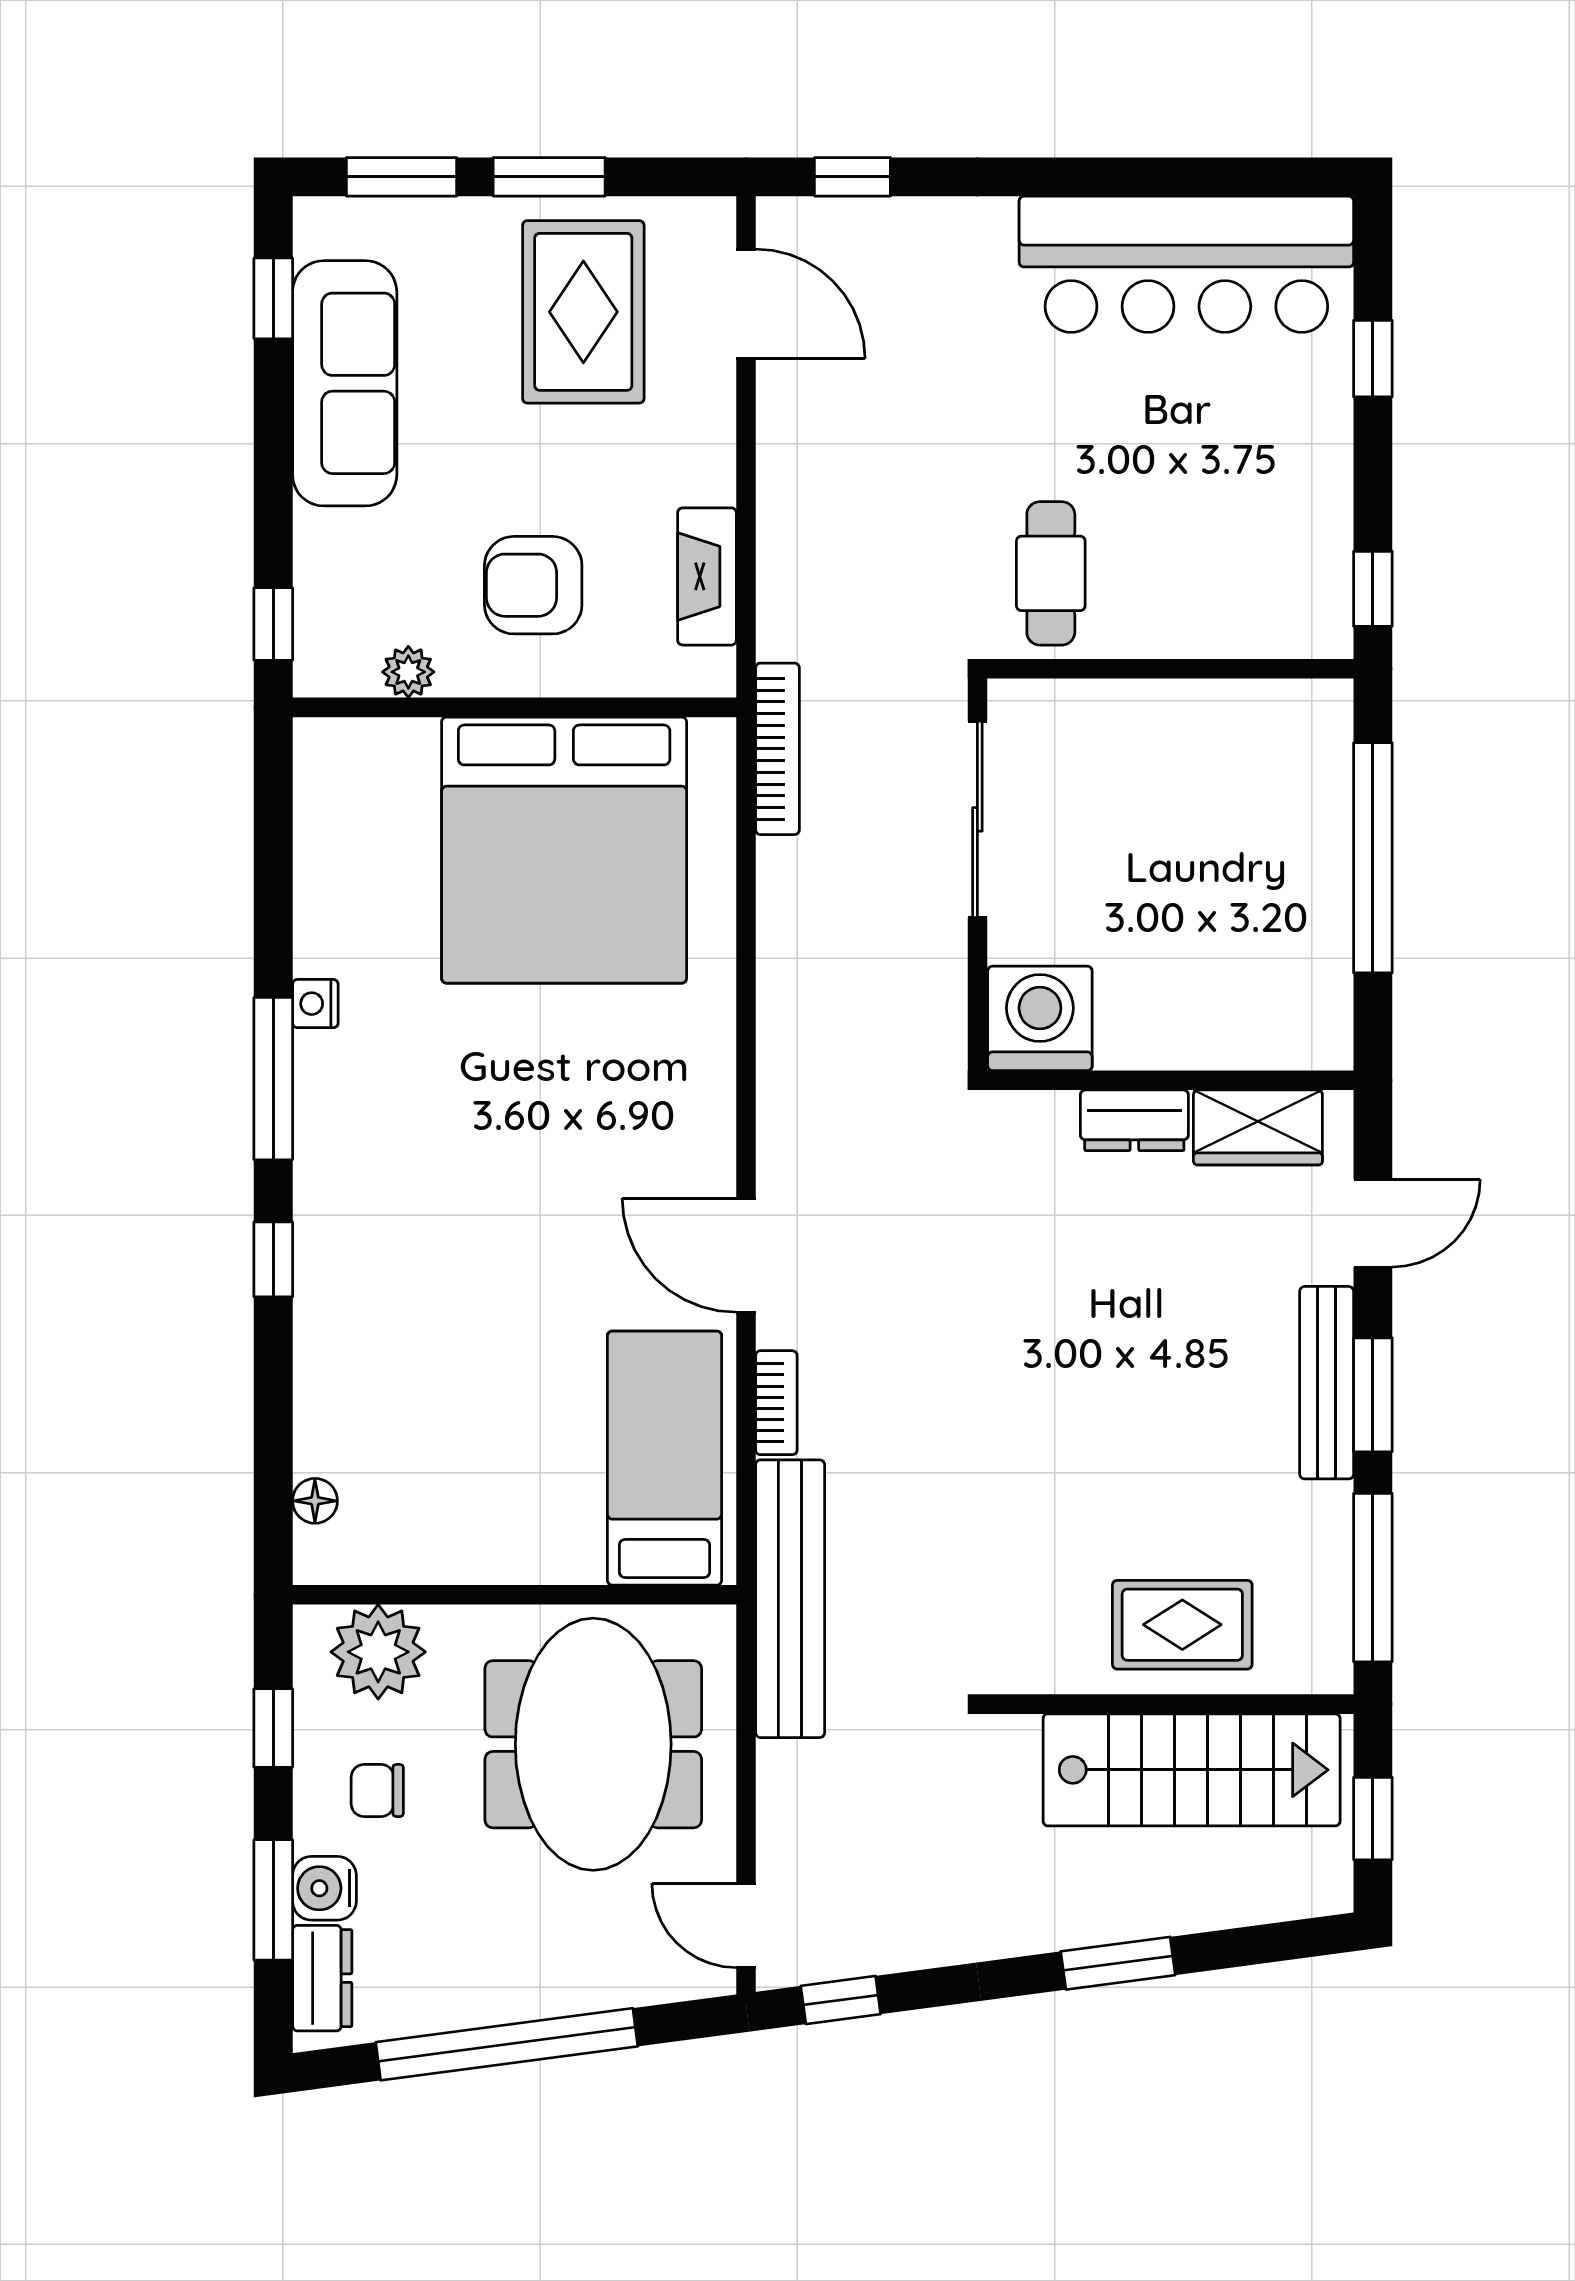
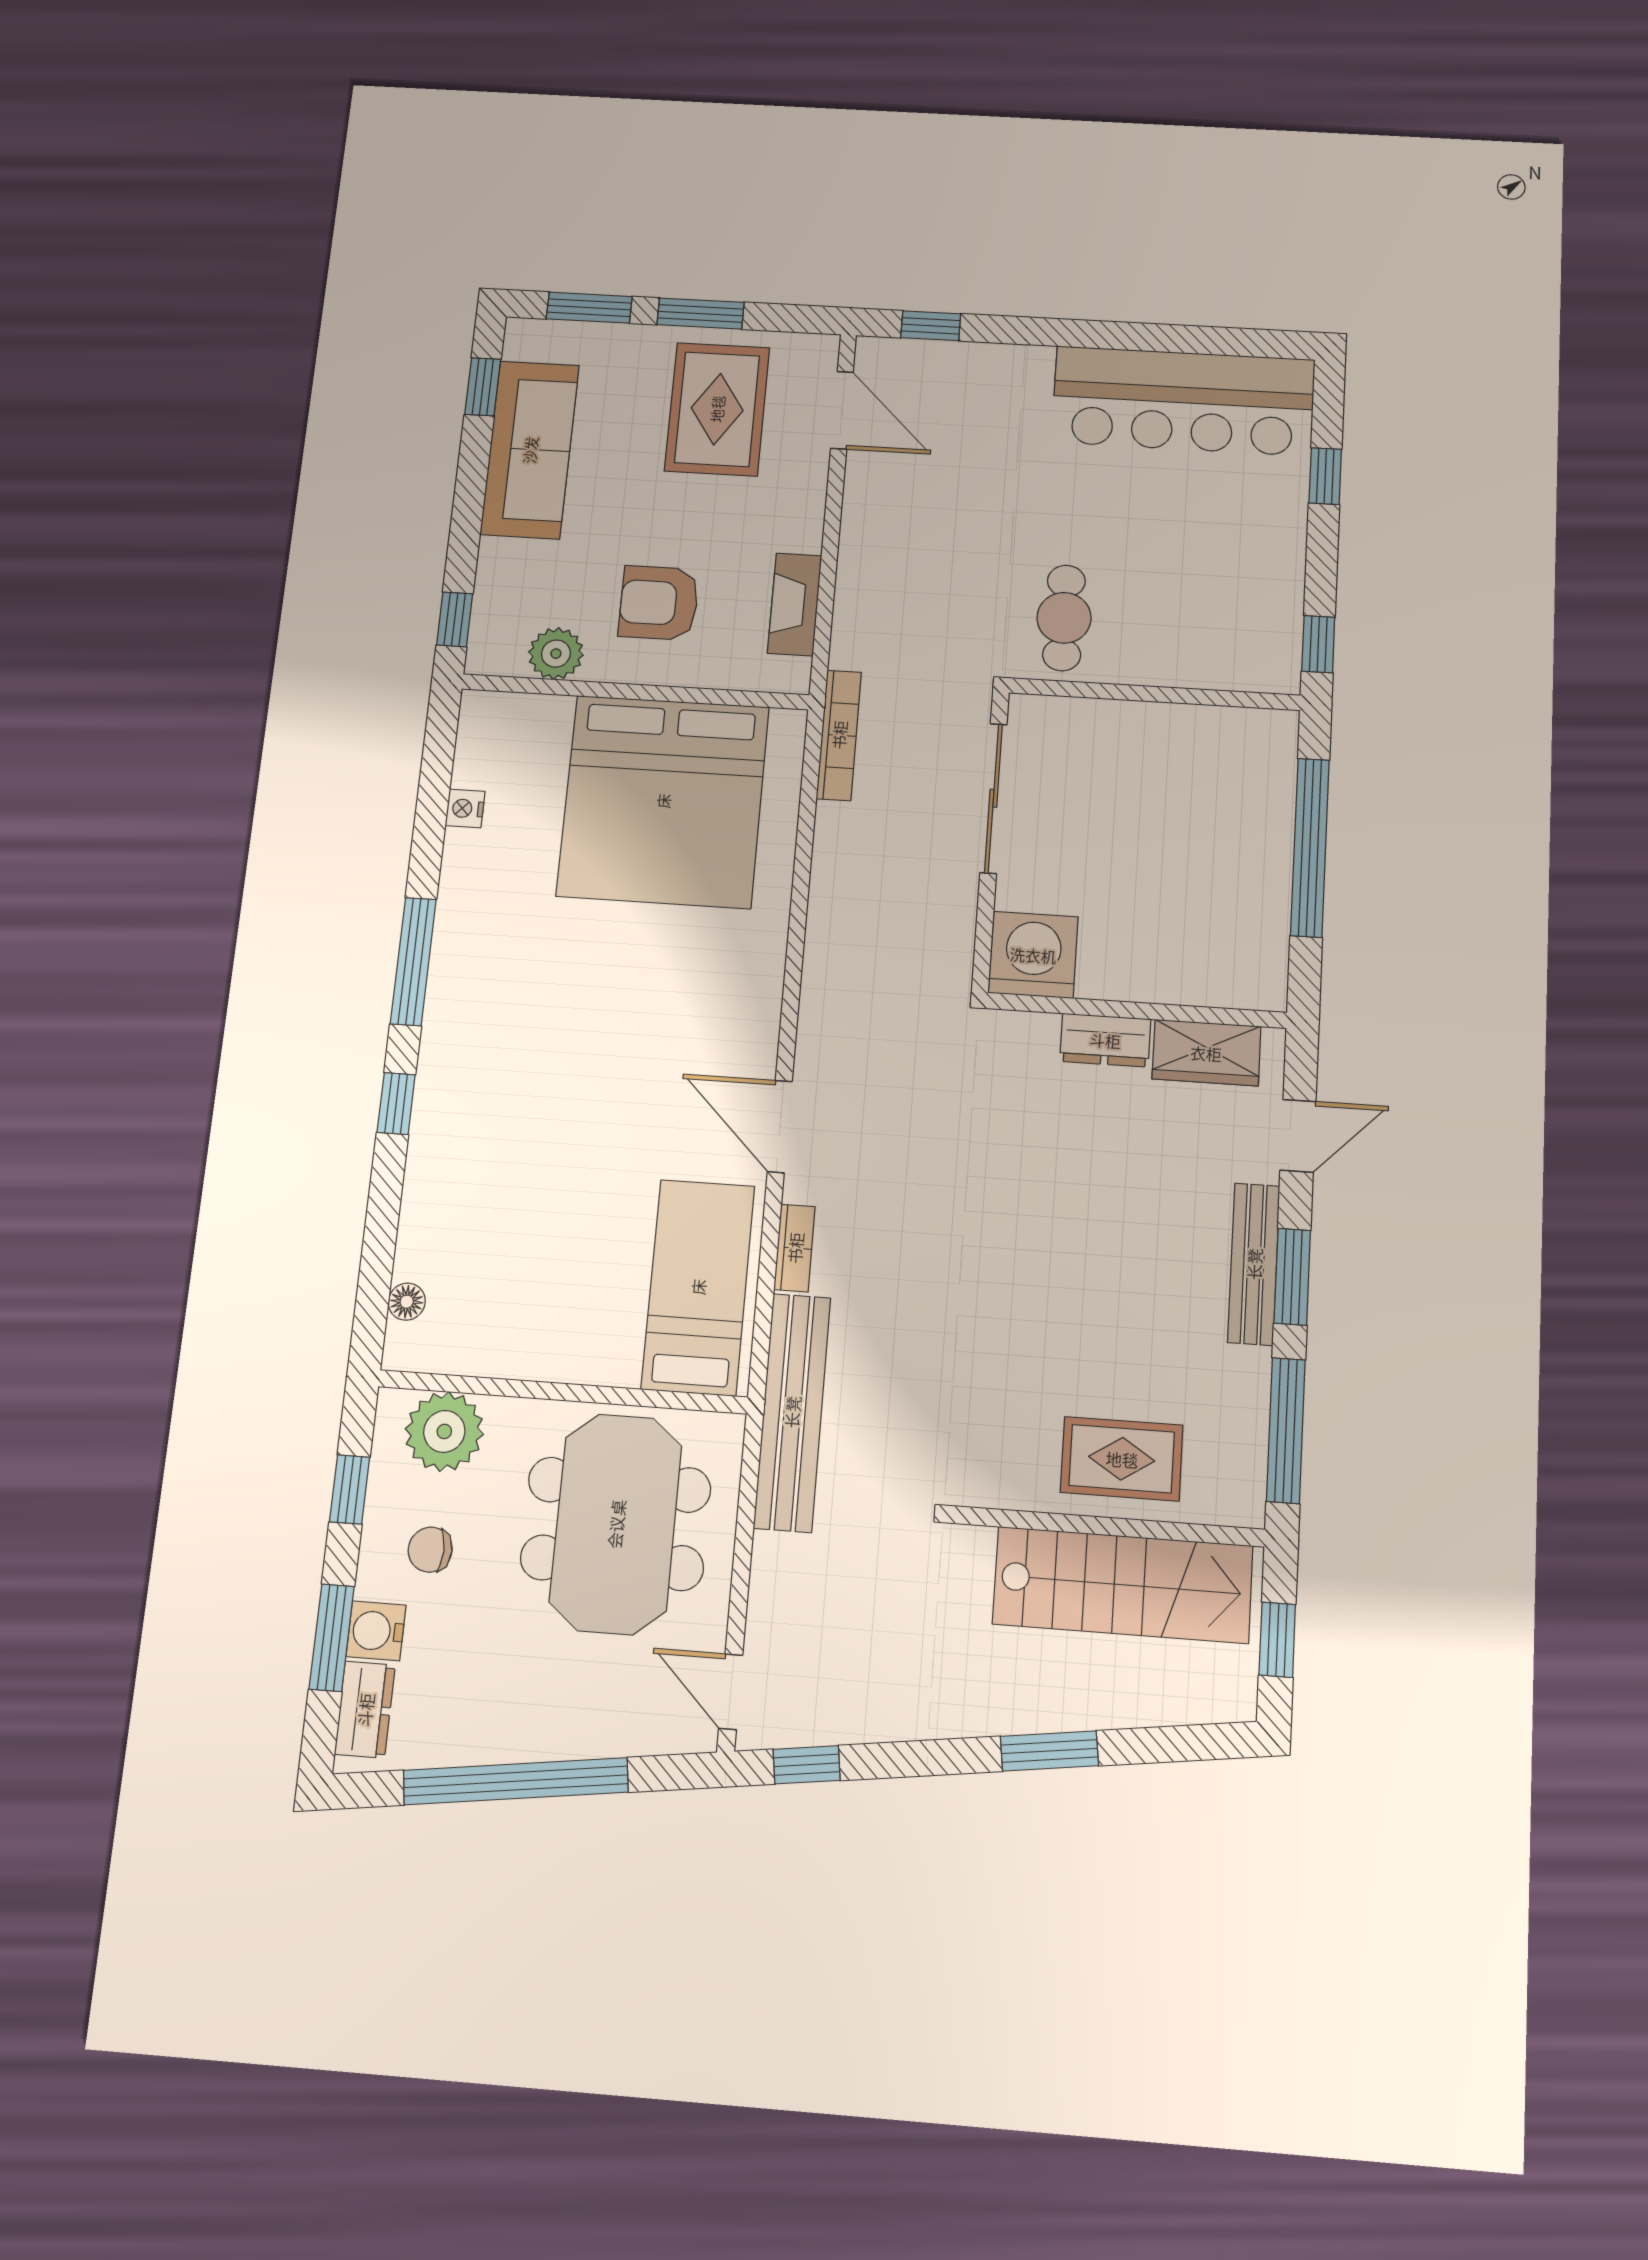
plant: (408, 672) -> (556, 654), width x1.38, depth x1.38
nightstand: (315, 1004) -> (465, 808), moved

